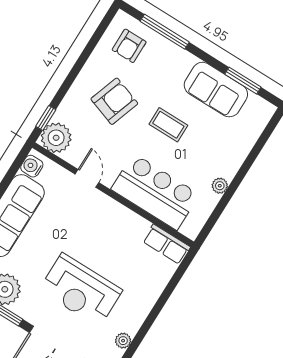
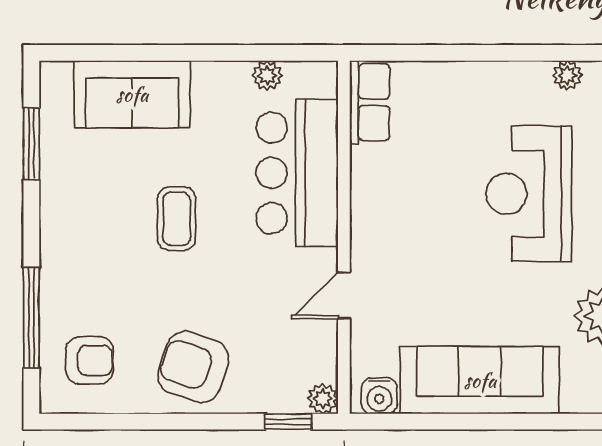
sofa: (216, 90) -> (132, 94), moved, turned 90
armchair: (114, 101) -> (193, 367), moved
plant: (56, 138) -> (323, 399), width x0.53, depth x0.53
plant: (220, 186) -> (267, 76), moved
reception desk: (81, 290) -> (529, 194), turned 180

